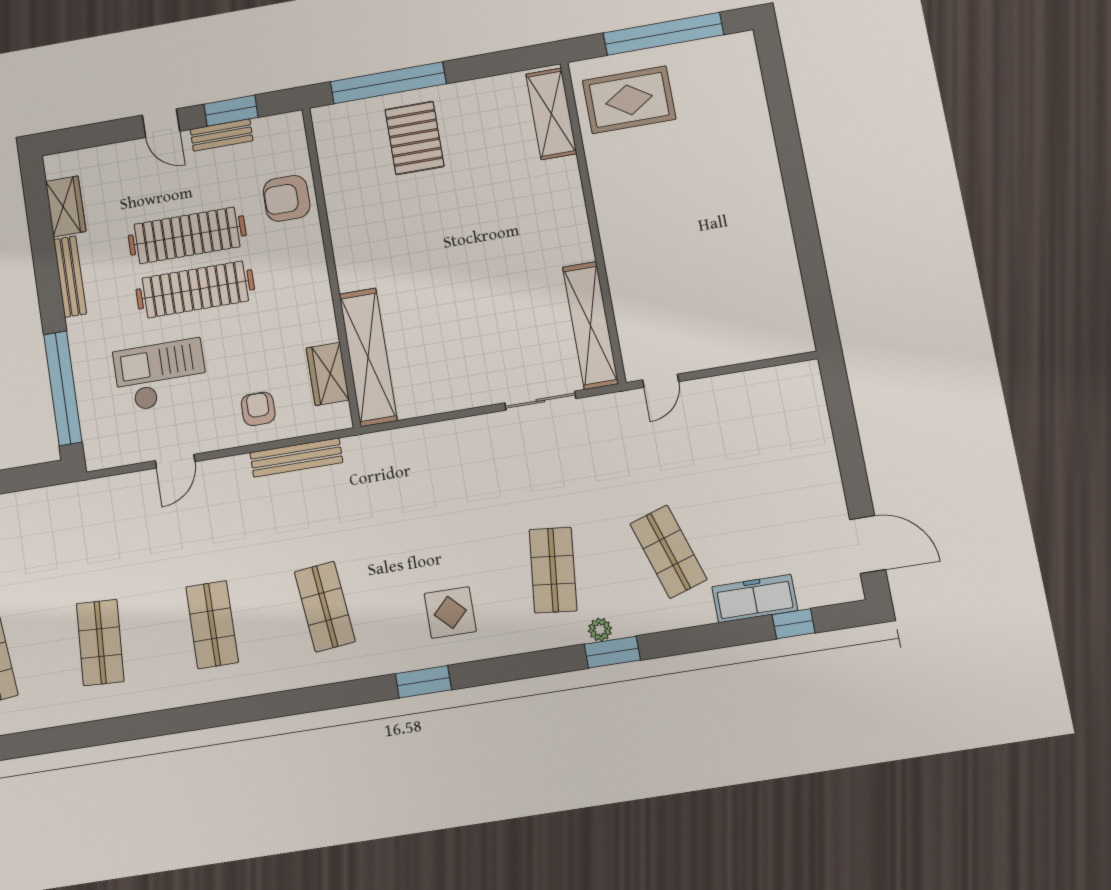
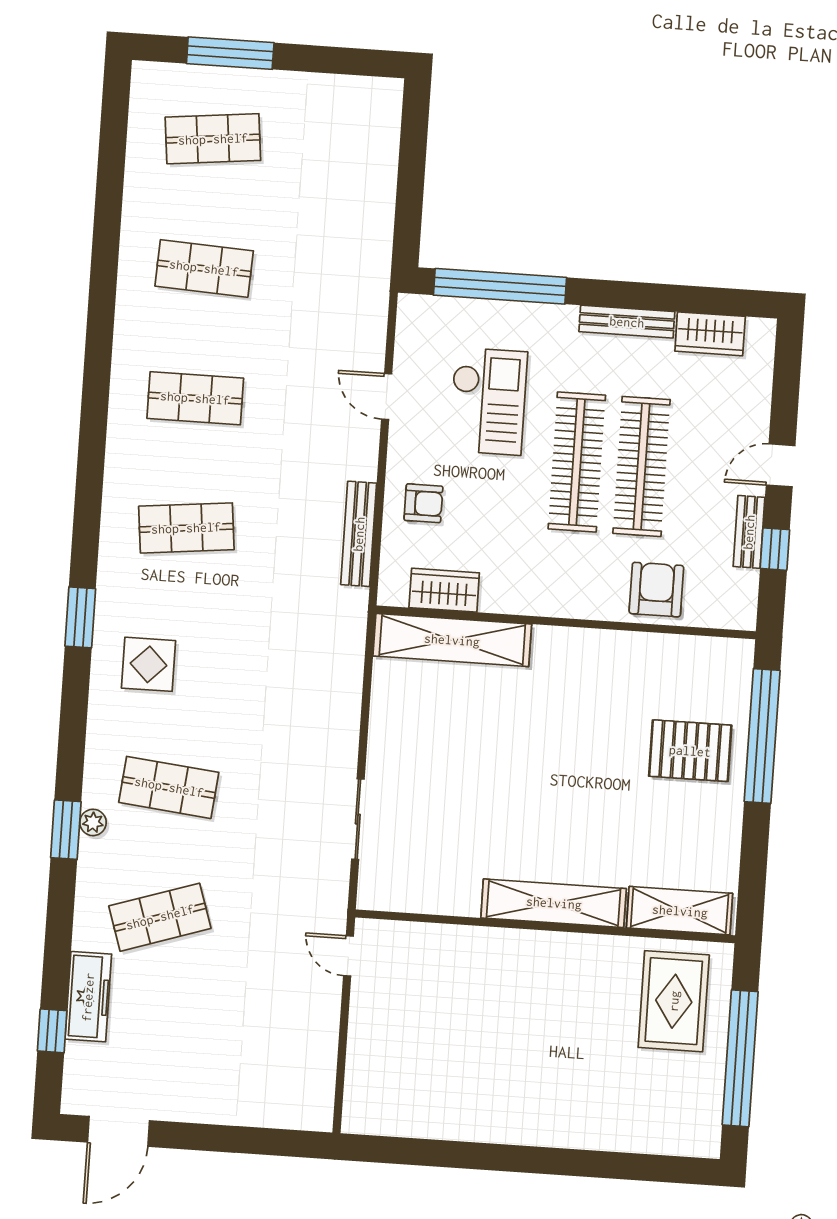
window: (231, 111) -> (775, 549), width x0.67
shelving: (590, 325) -> (554, 903), moved

